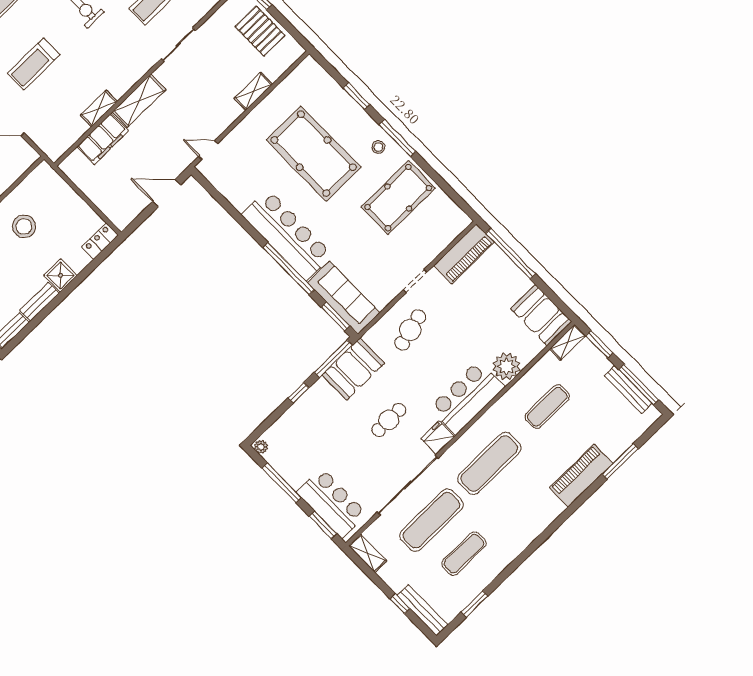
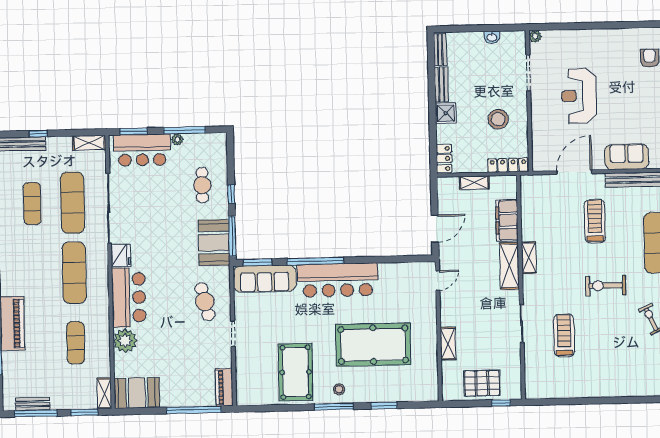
shelving: (99, 108) -> (529, 258), moved
locker: (55, 182) -> (508, 165), added
shelving: (97, 196) -> (474, 183), added
piano: (464, 254) -> (224, 387), width x0.73, depth x0.75
bench: (628, 390) -> (33, 404), width x0.73
cafe table: (389, 420) -> (202, 185), moved
plant: (261, 447) -> (177, 139), moved

